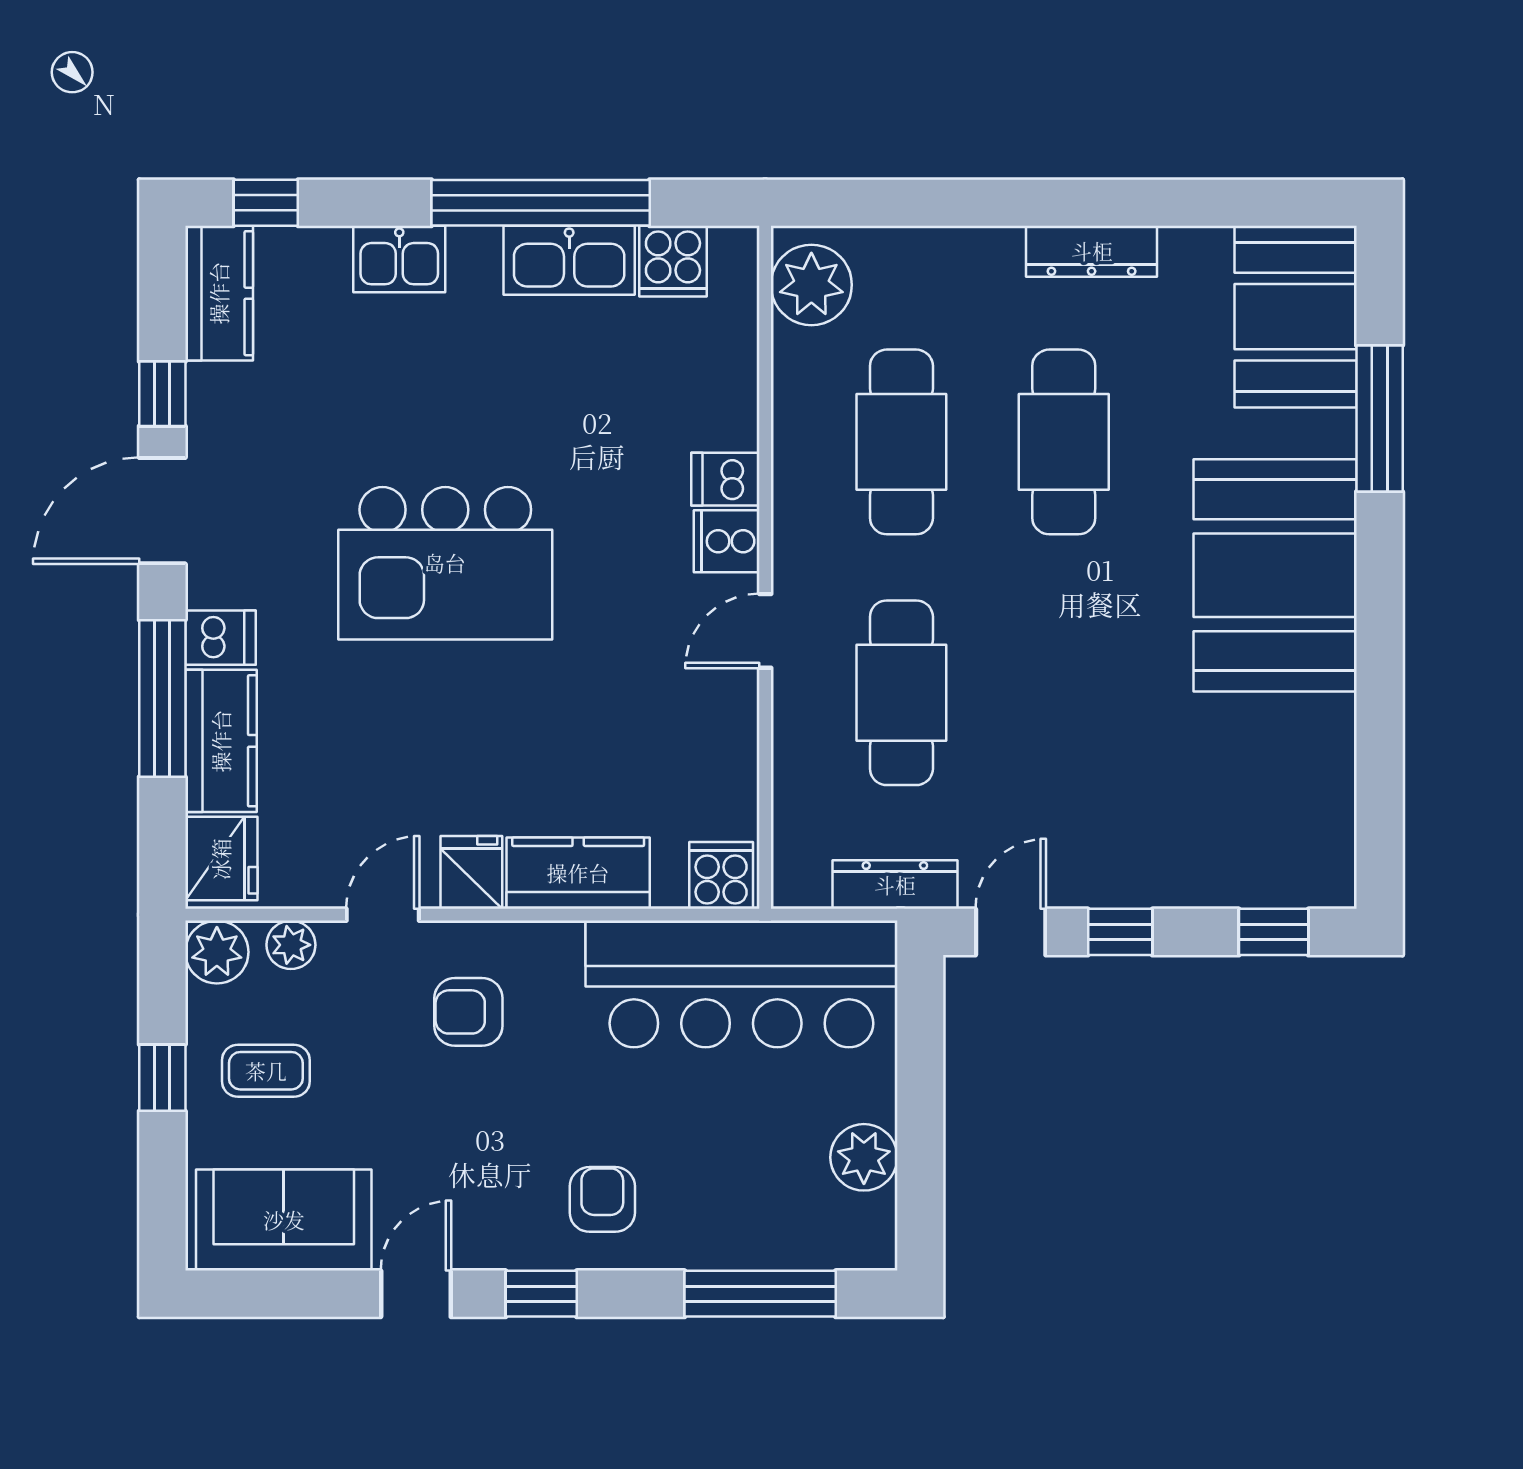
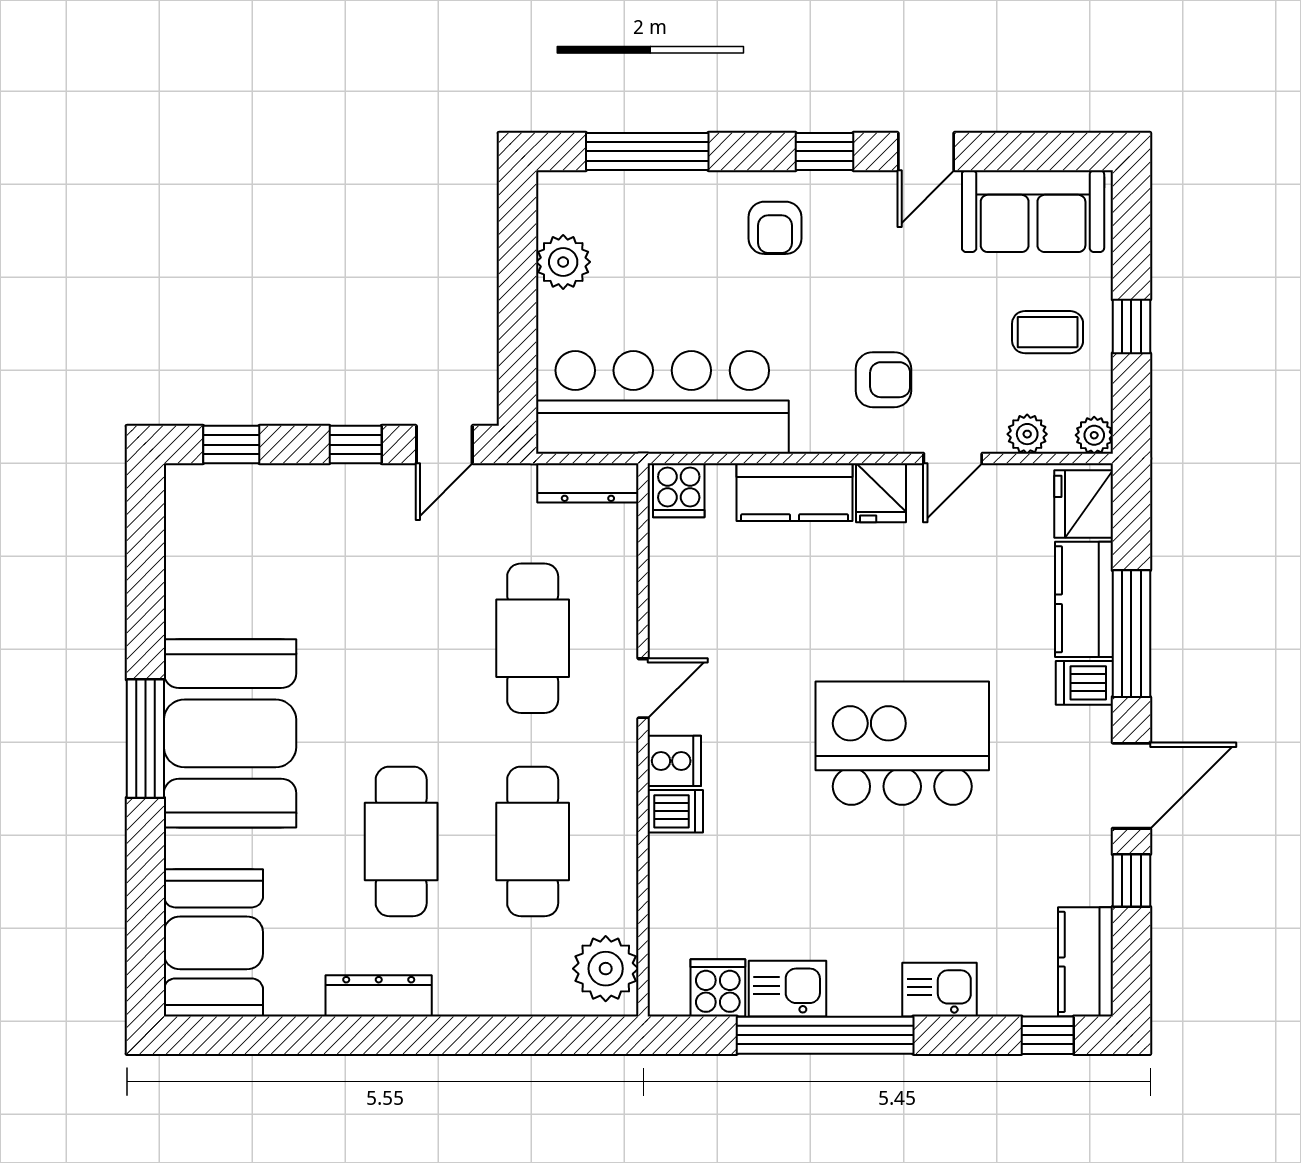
kitchen sink: (569, 260) -> (787, 989), width x0.73
window: (1380, 418) -> (145, 739), moved
dresser: (895, 885) -> (588, 483), moved
plant: (217, 952) -> (1094, 435), width x0.73, depth x0.73

